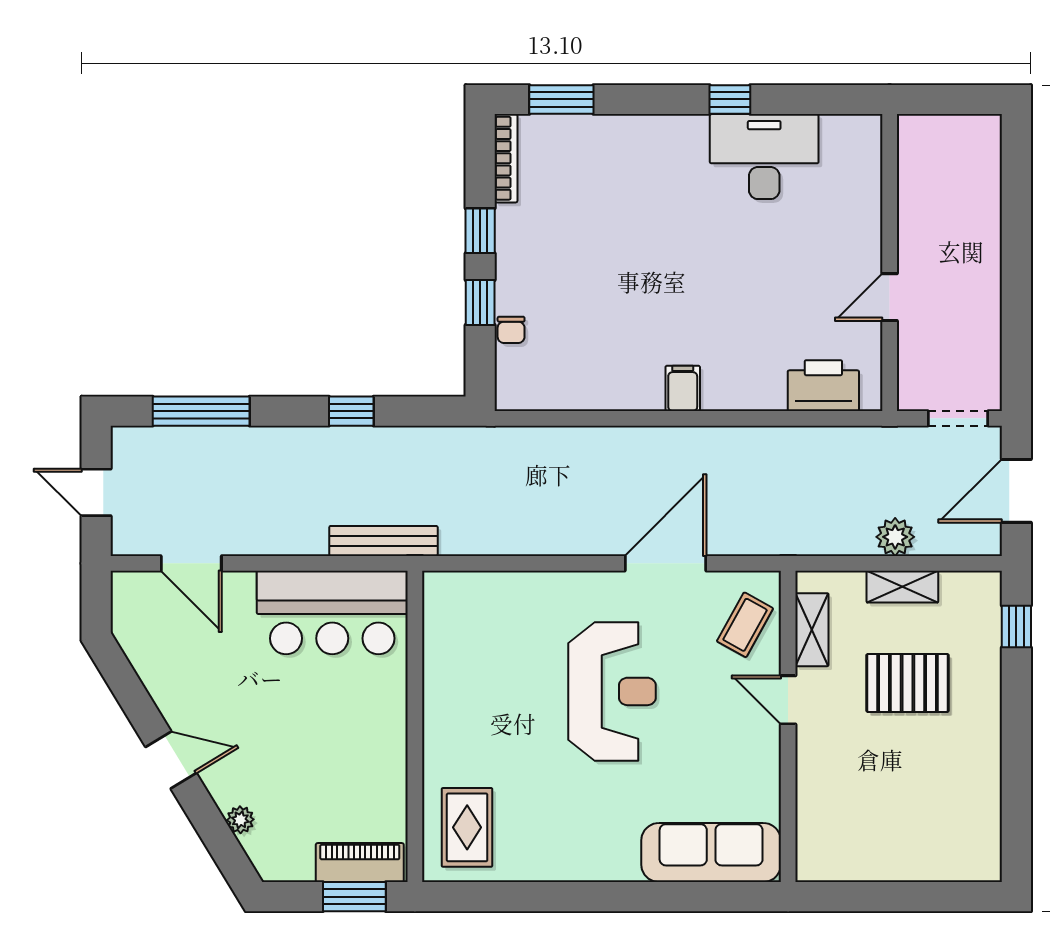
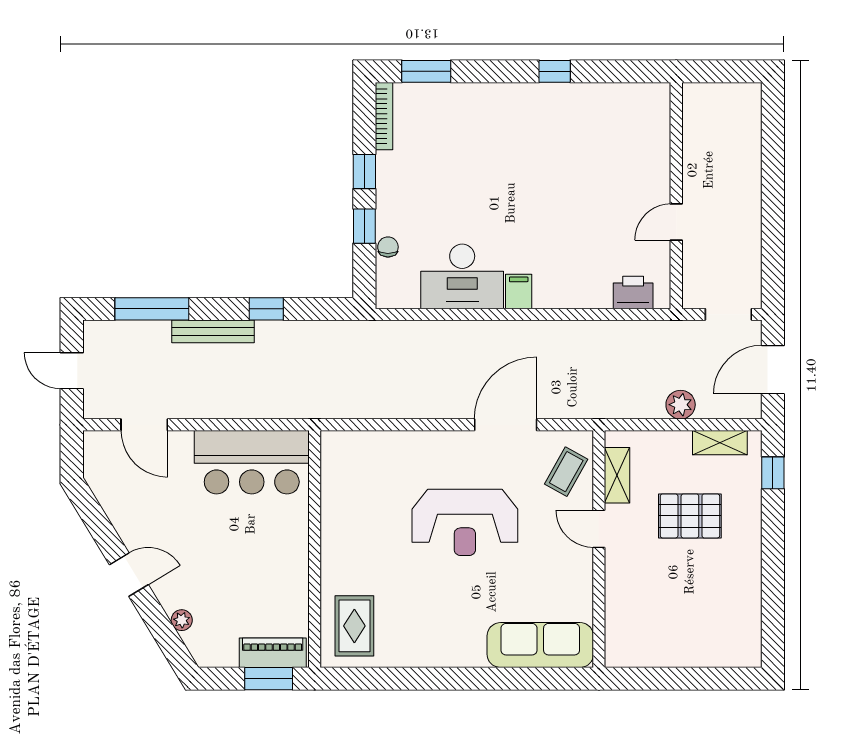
desk: (764, 157) -> (462, 276), moved, turned 180
chair: (511, 330) -> (388, 247), turned 180
printer: (823, 386) -> (633, 293), width x0.73, depth x0.84
bench: (383, 541) -> (213, 331), moved
shelving: (902, 587) -> (720, 443), moved
reception desk: (612, 691) -> (465, 522), turned 90

